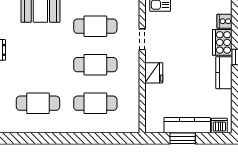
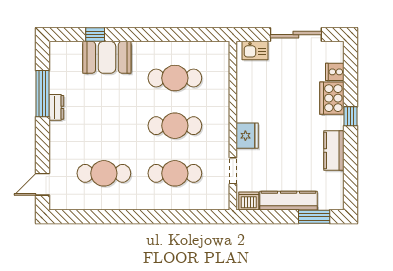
doorway: (142, 39) -> (233, 171), moved
kitchen counter: (224, 73) -> (334, 150), moved
dishwasher: (219, 126) -> (249, 201), moved
window: (183, 138) -> (314, 217), moved

